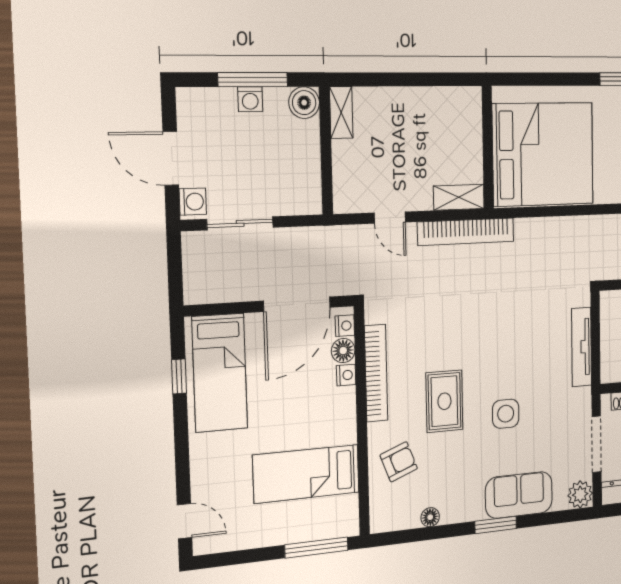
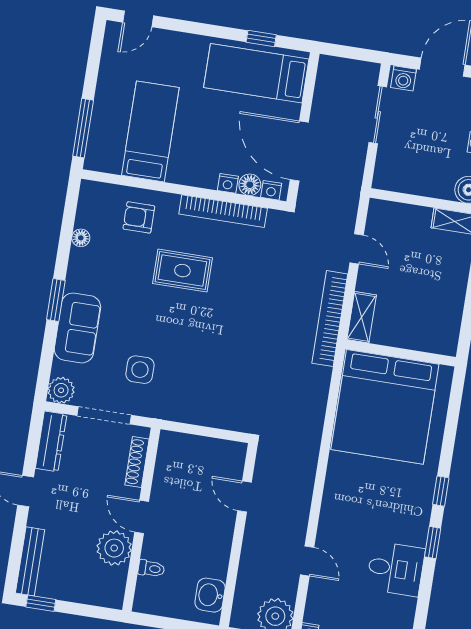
door: (390, 218) -> (357, 249), swing flipped
tv unit: (582, 347) -> (200, 416), removed
side table: (506, 414) -> (140, 370), moved
armchair: (399, 462) -> (139, 217), turned 111

